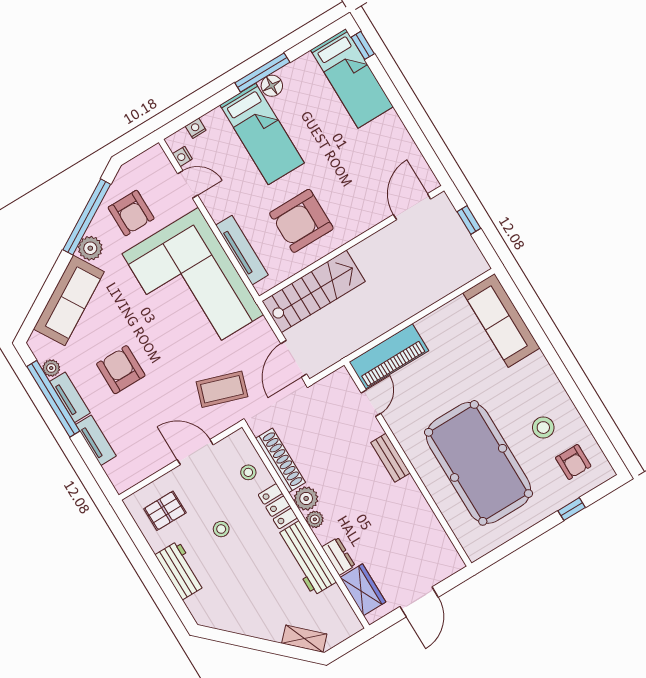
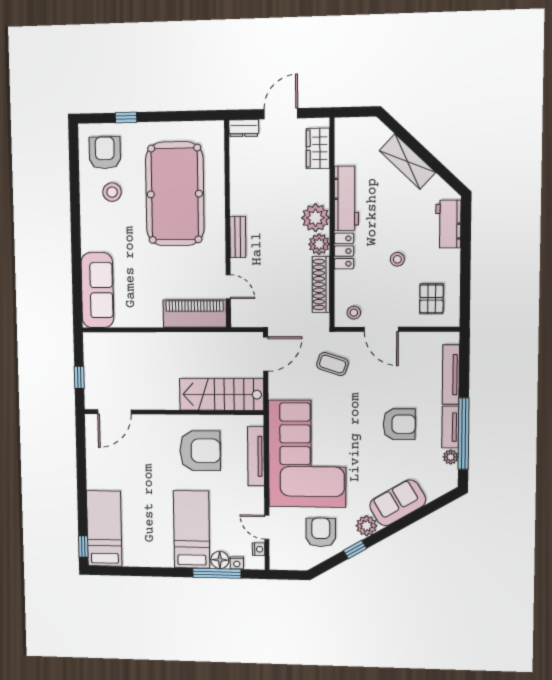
window: (262, 73) -> (217, 573), moved
floor lamp: (272, 86) -> (220, 560), moved
window: (87, 217) -> (355, 550), width x0.32
sofa: (69, 300) -> (398, 503), width x0.73
armchair: (121, 370) -> (399, 424), turned -90
coffee table: (222, 389) -> (333, 364), width x0.73, depth x0.77
door: (371, 403) -> (228, 287), swing flipped
tv unit: (96, 440) -> (451, 375), width x1.41
armchair: (573, 462) -> (105, 153), width x1.38, depth x1.38
stool: (248, 472) -> (354, 313), moved
pallet: (165, 511) -> (432, 299), turned 90
plant: (315, 519) -> (315, 218), width x1.87, depth x1.87
dresser: (338, 556) -> (244, 128), moved, turned -90
workbench: (180, 570) -> (448, 224), moved
shelving: (304, 639) -> (407, 162), moved, width x1.50, depth x1.33

